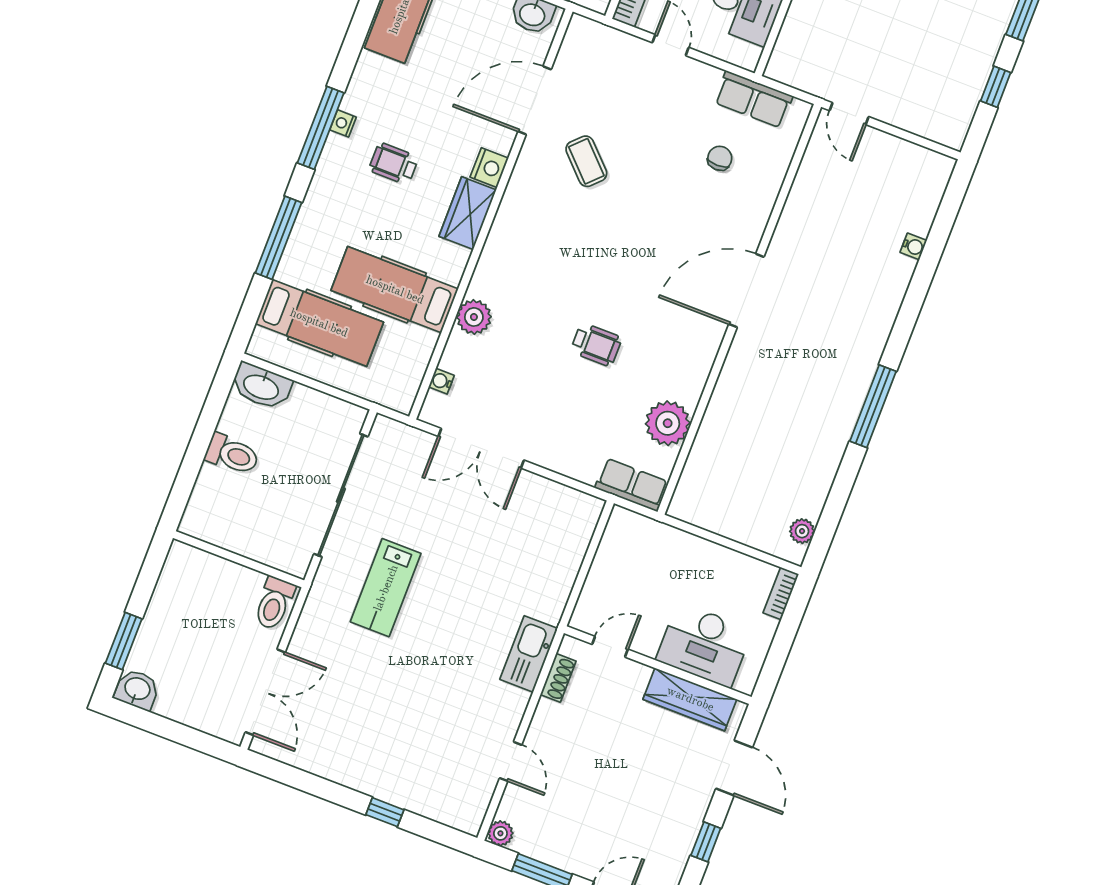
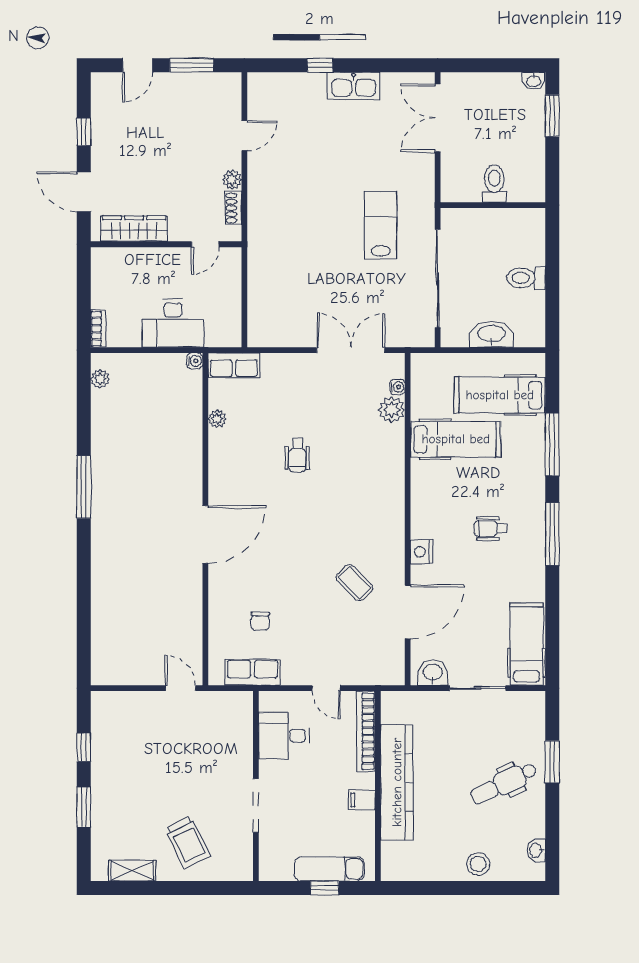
nightstand: (343, 123) -> (538, 543), removed
wheelchair: (394, 164) -> (491, 528), turned 180
wardrobe: (468, 213) -> (425, 514), removed
water cooler: (913, 246) -> (195, 361), moved, turned 180
plant: (474, 317) -> (392, 410), moved
wheelchair: (596, 345) -> (297, 455), turned -90
washbasin: (261, 386) -> (491, 334), moved
plant: (668, 423) -> (217, 419), width x0.53, depth x0.53
toilet: (274, 603) -> (494, 184), moved
desk: (704, 645) -> (173, 323), moved, turned 180
kitchen sink: (529, 654) -> (354, 86), moved, turned 90
washbasin: (137, 689) -> (534, 81), width x0.72, depth x0.69
door: (511, 761) -> (244, 136), swing flipped
plant: (500, 833) -> (232, 180), moved

